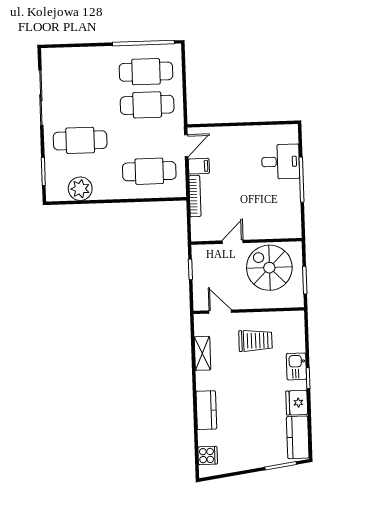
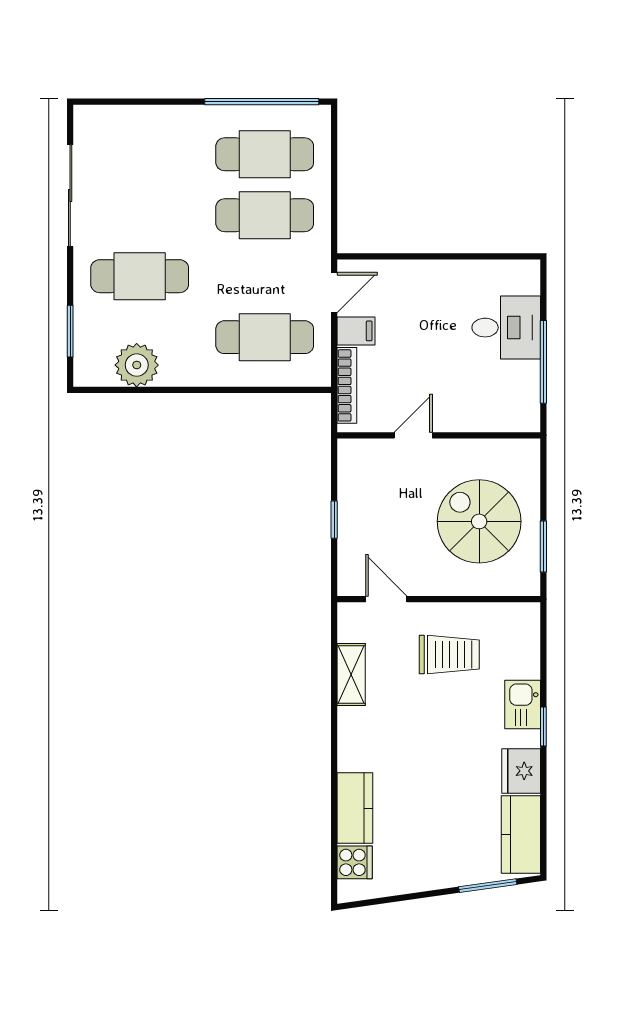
wall: (246, 241) -> (439, 435), moved
door: (233, 242) -> (413, 435), moved
kitchen counter: (206, 410) -> (355, 808), moved

